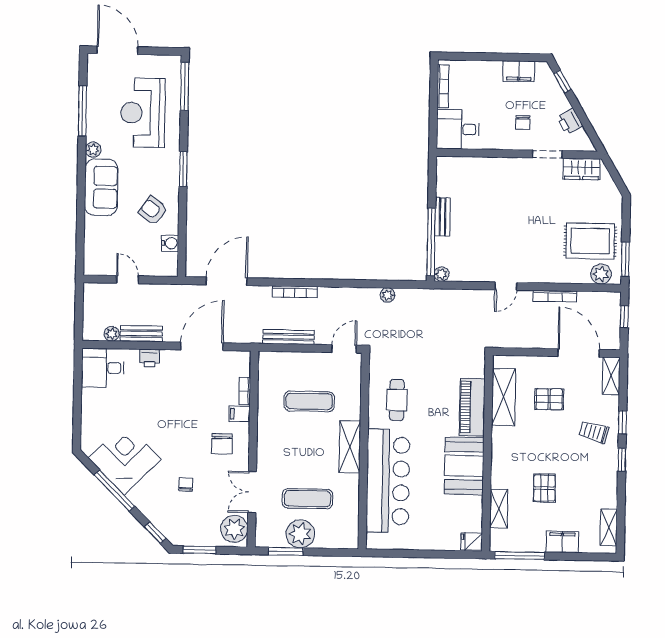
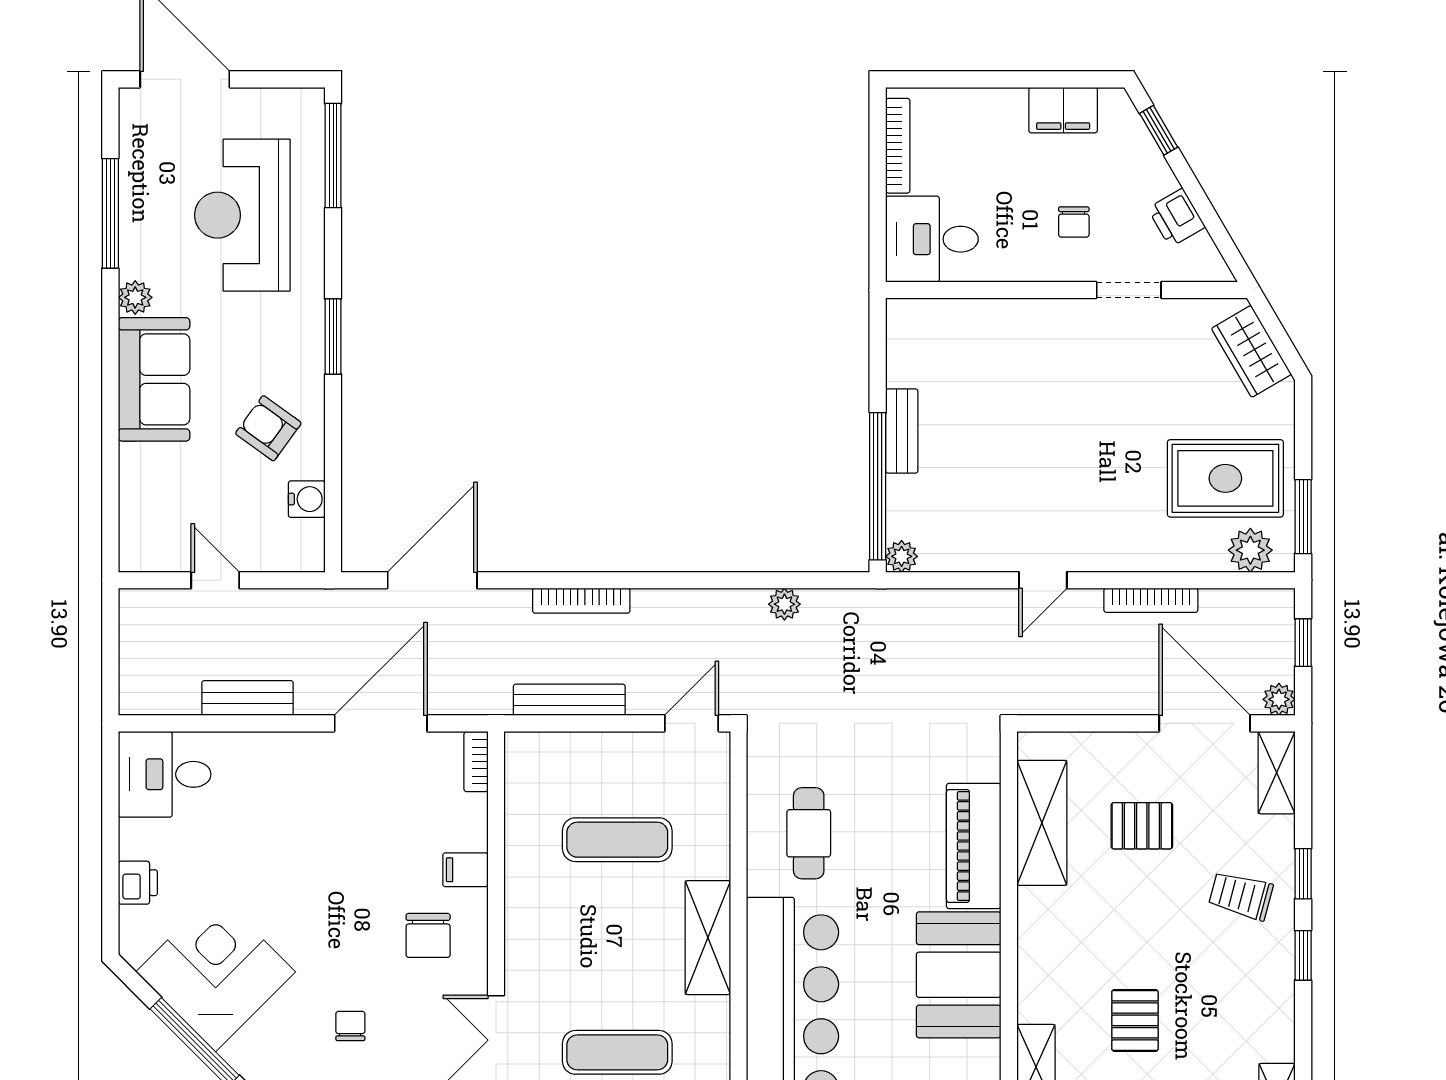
wardrobe: (581, 169) -> (1251, 351), moved, turned 60
plant: (112, 334) -> (1279, 699), moved
printer: (150, 358) -> (138, 883), moved, turned -90
bookcase: (245, 391) -> (476, 762), moved

